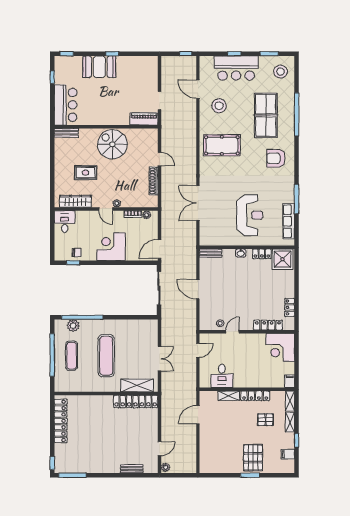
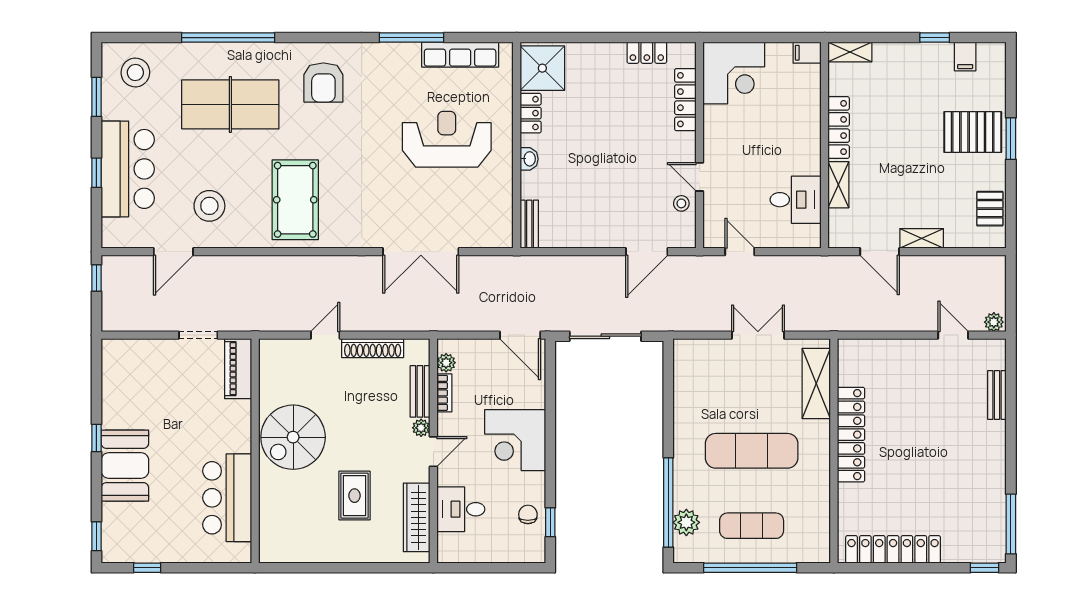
bar counter: (66, 105) -> (227, 498), moved, turned -90
bench: (66, 133) -> (420, 391), moved
desk: (65, 222) -> (461, 509), moved
door: (198, 289) -> (647, 252), moved
locker: (136, 401) -> (851, 435), moved
pallet: (265, 420) -> (990, 209), moved
shelving: (290, 422) -> (922, 238), moved

